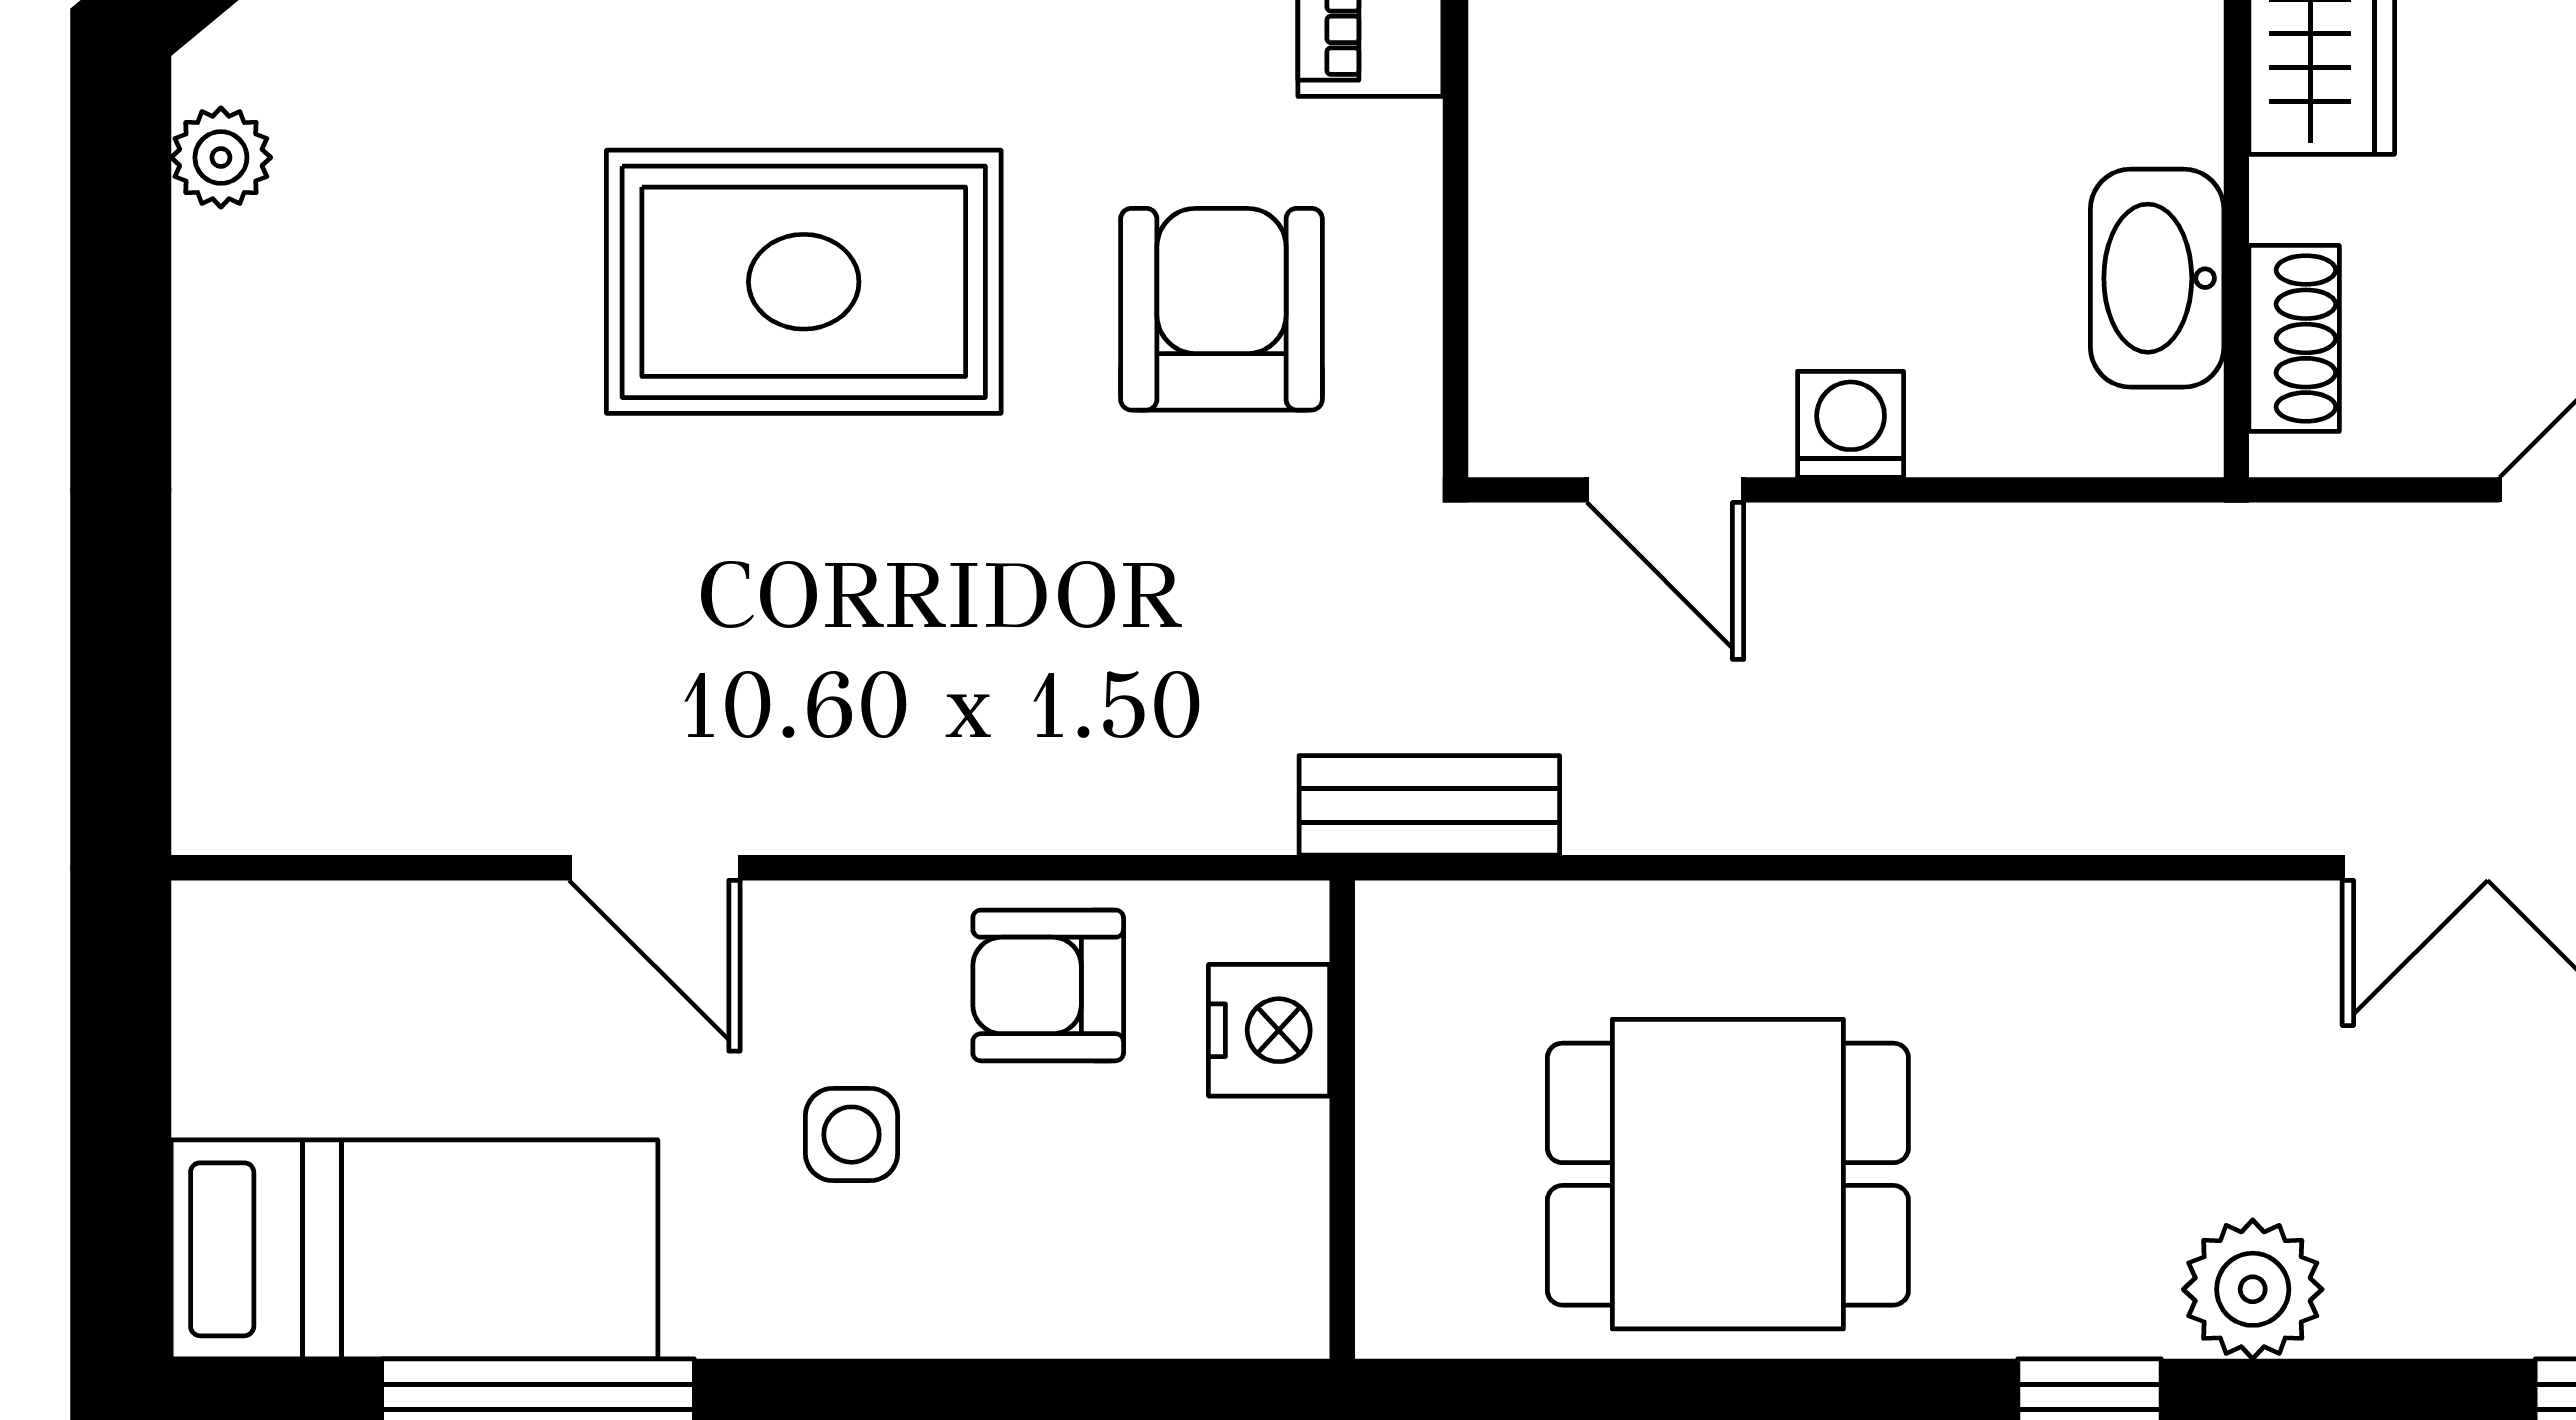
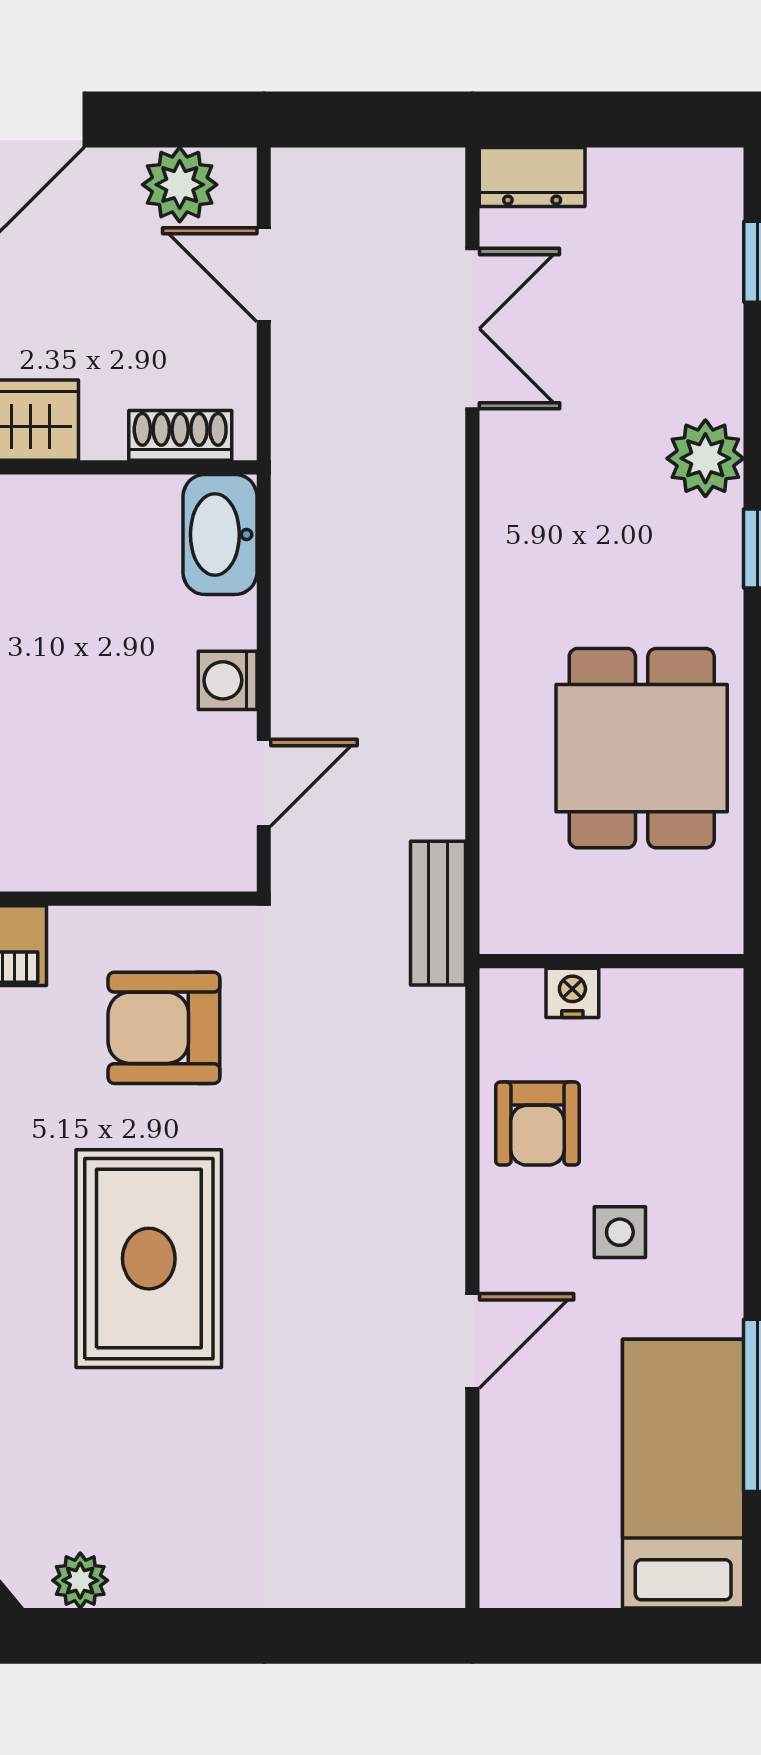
washbasin: (2157, 278) -> (220, 534), moved, turned 90
nightstand: (1269, 1030) -> (572, 993), width x0.72, depth x0.74

